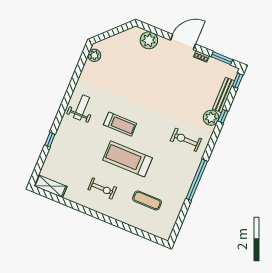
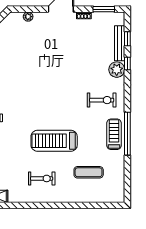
plant: (149, 40) -> (28, 17), width x0.53, depth x0.53
window: (238, 81) -> (127, 39), moved
treadmill: (120, 124) -> (114, 134), moved, turned -90
exercise bike: (186, 140) -> (102, 100), turned 180

